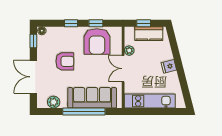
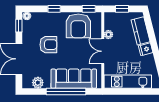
window: (96, 23) -> (89, 9), moved
kitchen counter: (149, 34) -> (141, 31), moved, turned 76

